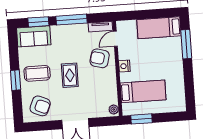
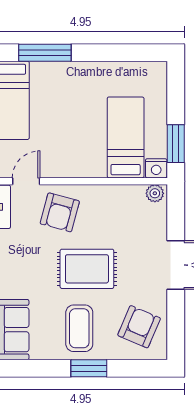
door: (115, 39) -> (26, 181), swing flipped
nightstand: (124, 66) -> (156, 168), moved
rug: (70, 75) -> (87, 269), width x1.36, depth x1.43

